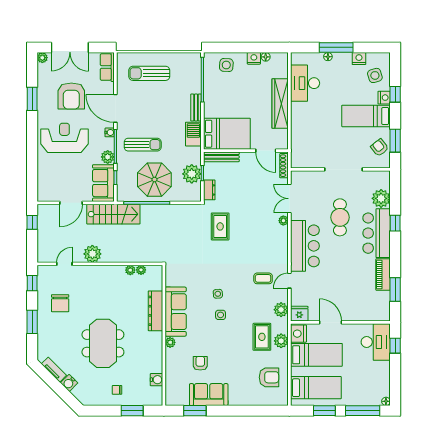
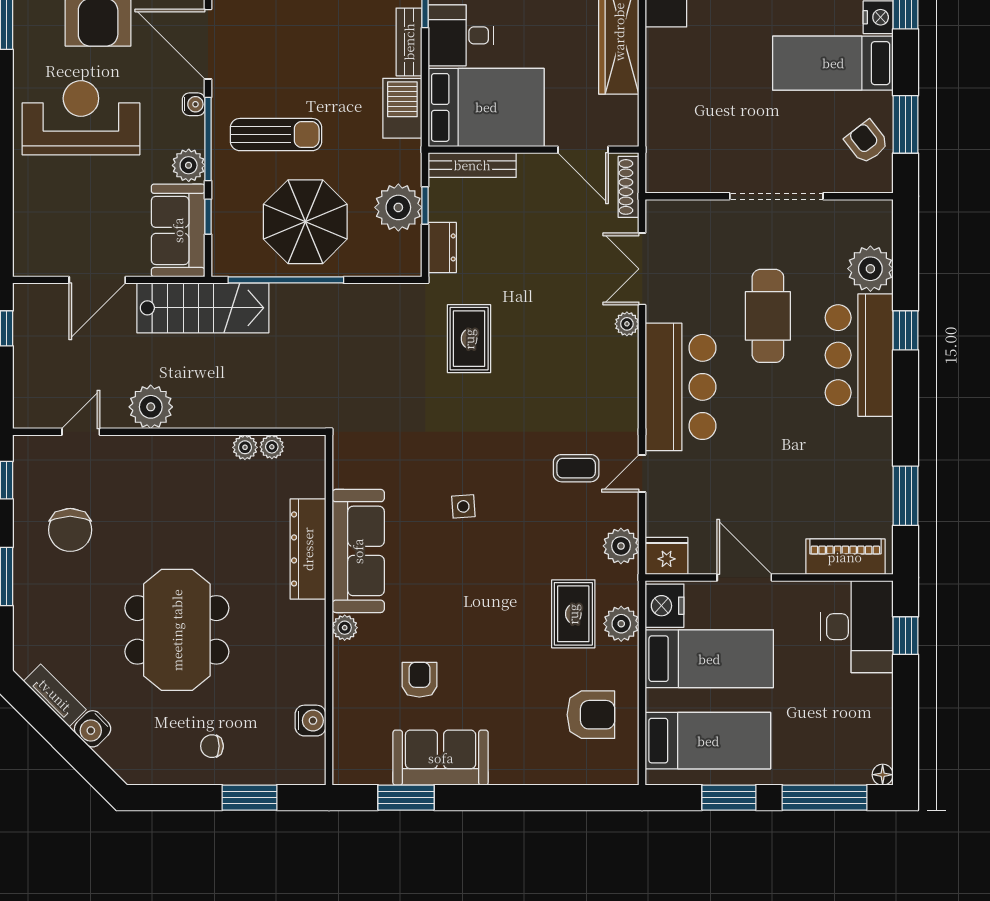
desk: (217, 105) -> (461, 35), added
piano: (383, 275) -> (845, 557), moved, turned 90
side table: (221, 315) -> (470, 559), removed

